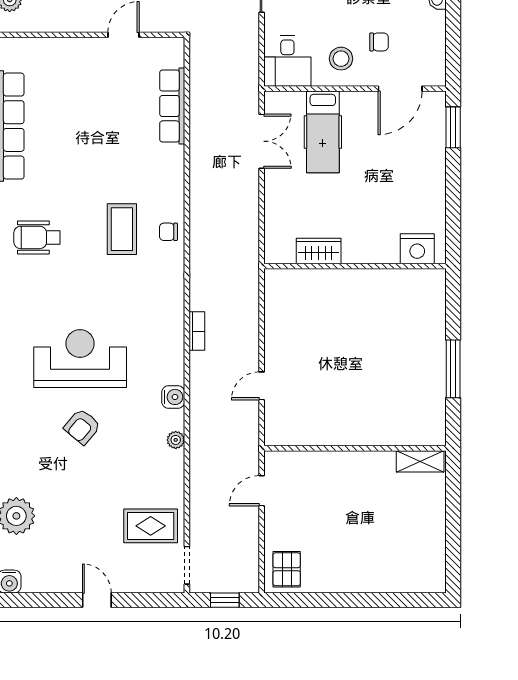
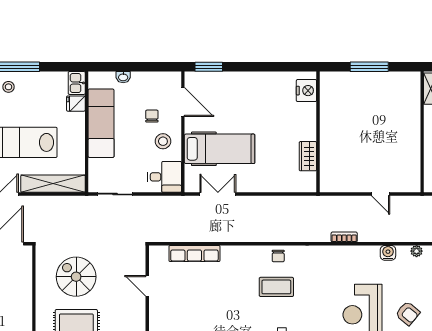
hospital bed: (323, 132) -> (220, 149), width x1.37, depth x1.29
nightstand: (417, 249) -> (306, 91), moved
wardrobe: (319, 251) -> (308, 156), moved
wall: (355, 266) -> (318, 132), moved

